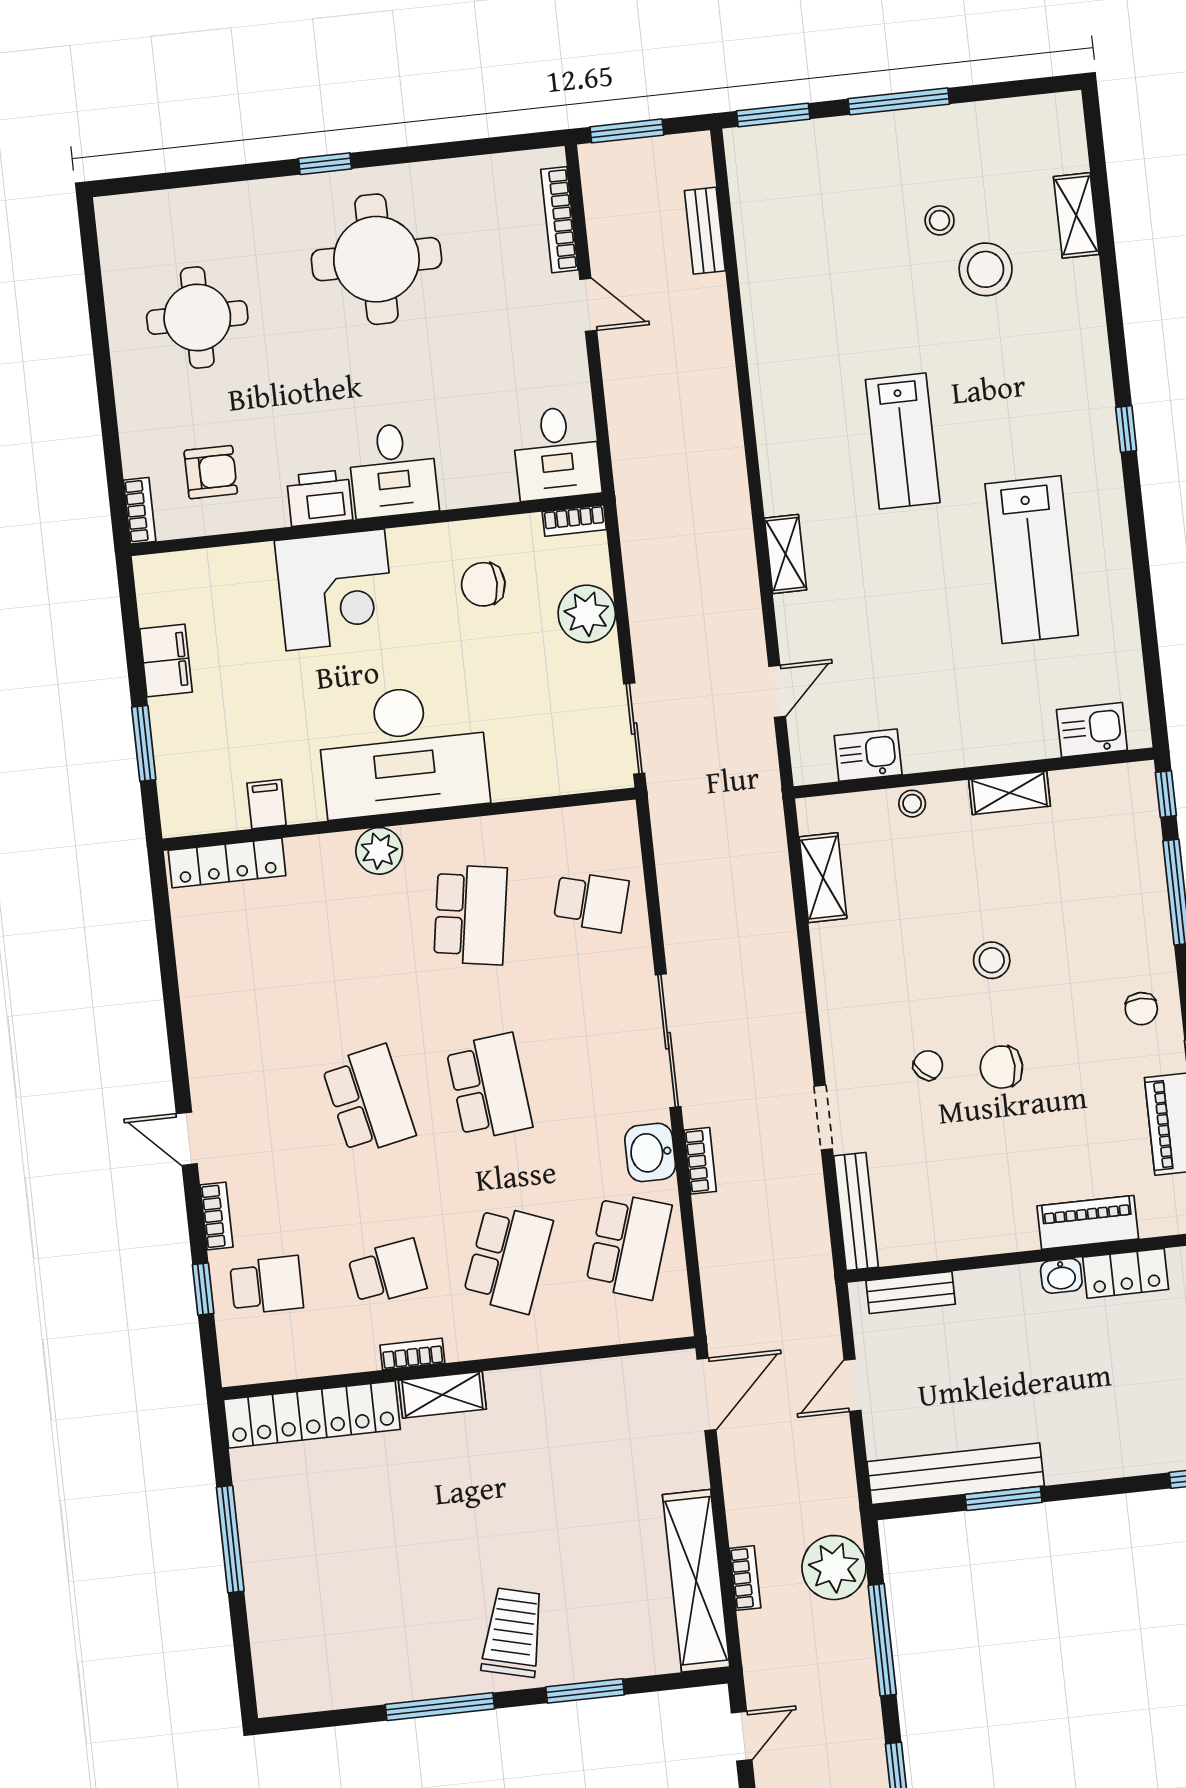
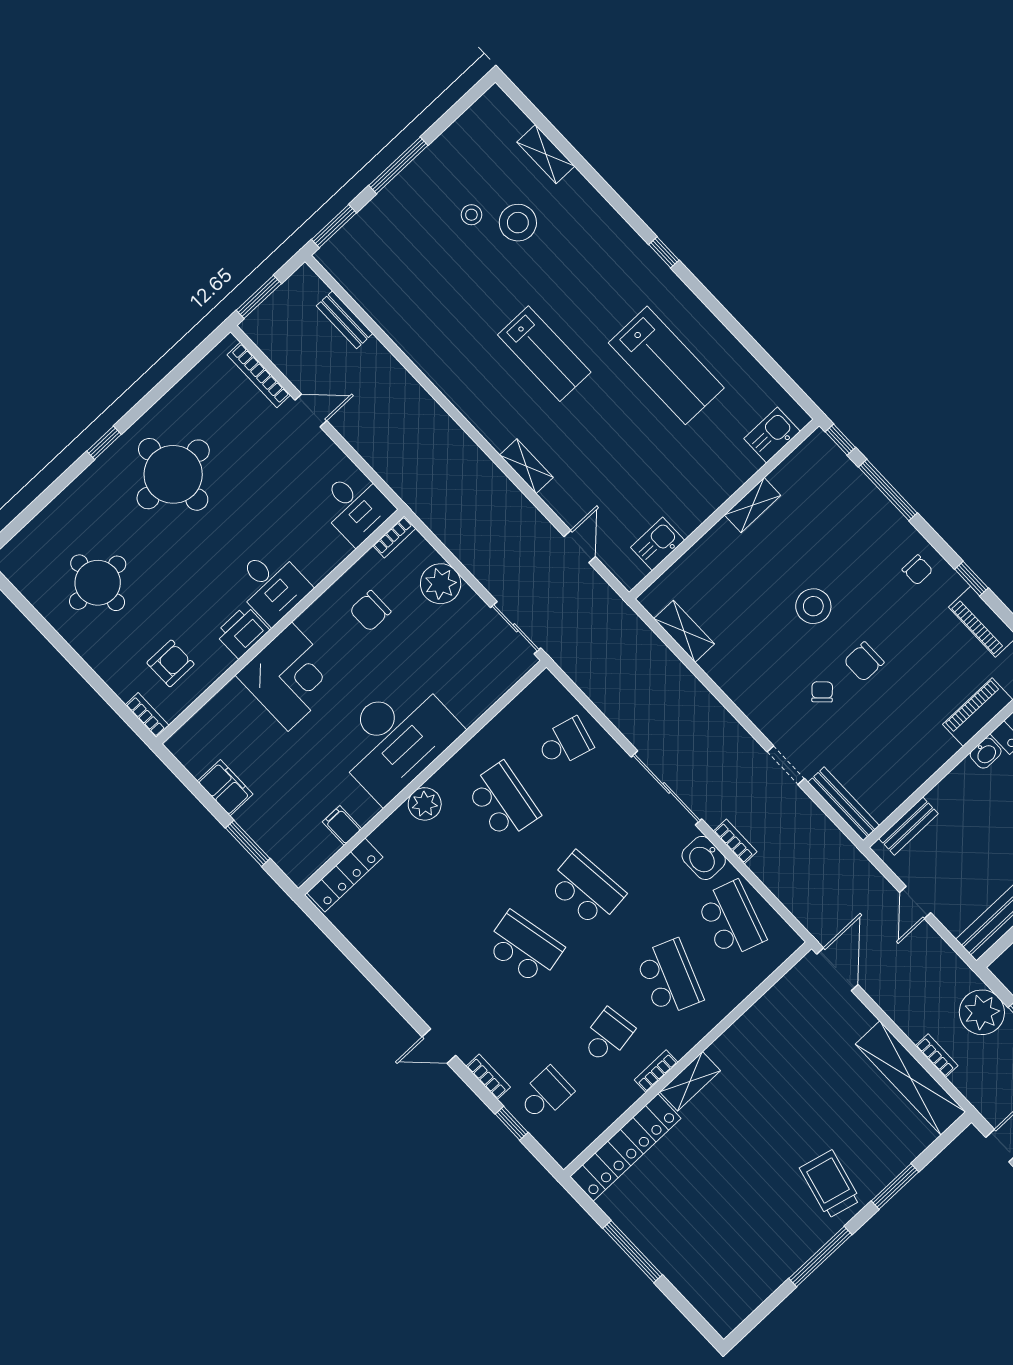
stool: (912, 804) -> (703, 552), removed
stool: (992, 960) -> (813, 606), width x1.38, depth x1.38

